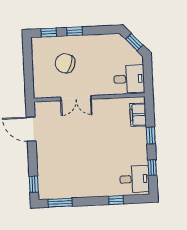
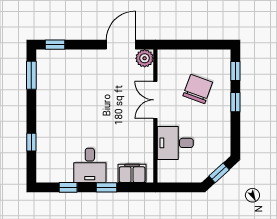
desk: (129, 79) -> (175, 143), moved, turned 90
plant: (42, 109) -> (145, 58), added
desk: (134, 179) -> (90, 165), moved

